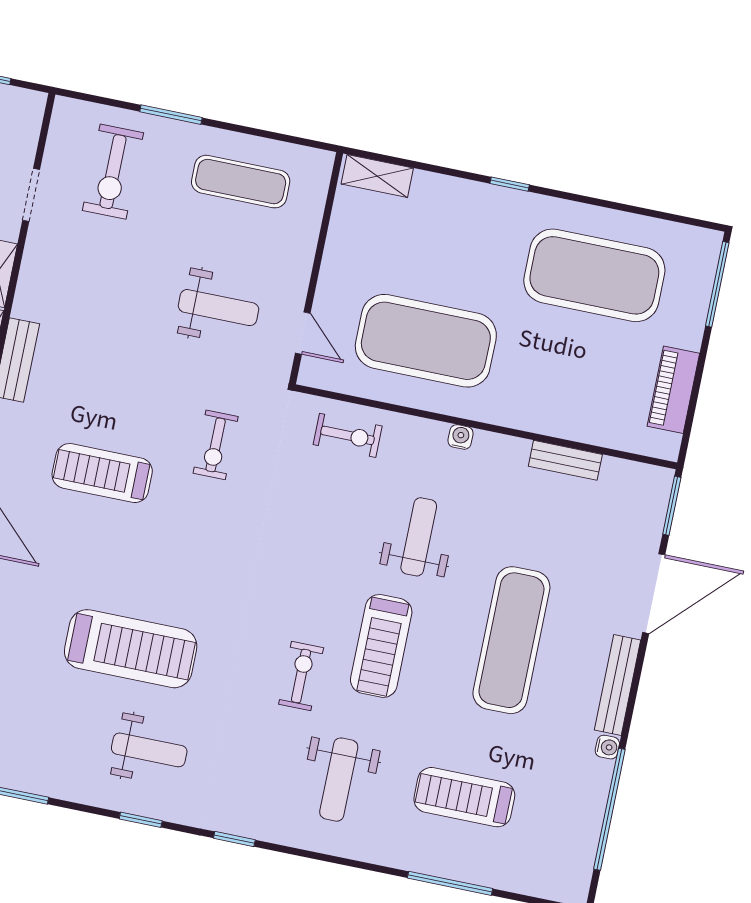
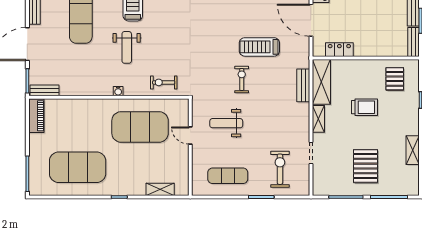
shelving: (377, 176) -> (160, 189), moved
door: (303, 333) -> (190, 136), moved
piano: (673, 390) -> (36, 116), moved
exercise bike: (216, 445) -> (242, 79), moved
bench: (565, 460) -> (45, 90), moved
treadmill: (102, 473) -> (259, 47), turned 180

